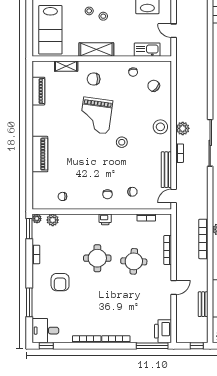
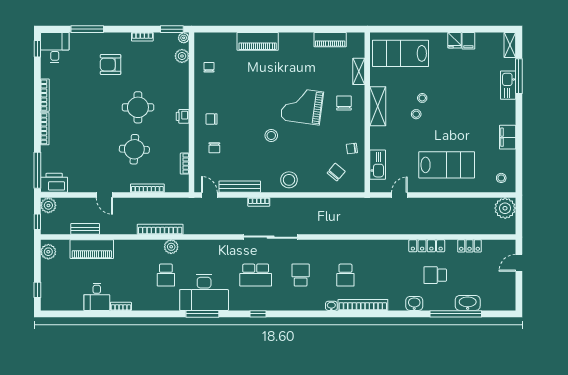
plant: (183, 128) -> (48, 205), moved

